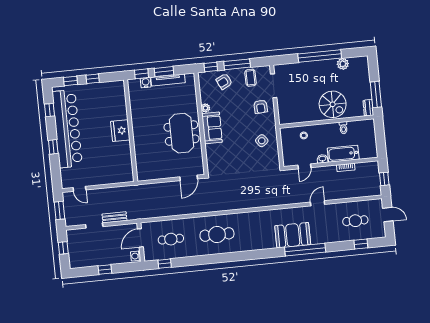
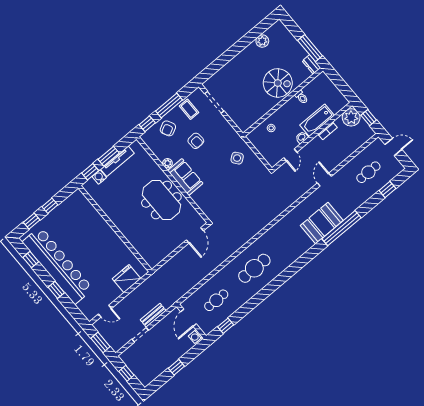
window: (320, 56) -> (237, 48), removed
armchair: (261, 107) -> (196, 141), moved
fridge: (120, 131) -> (126, 279), moved, turned 90
plant: (371, 170) -> (351, 117), added

